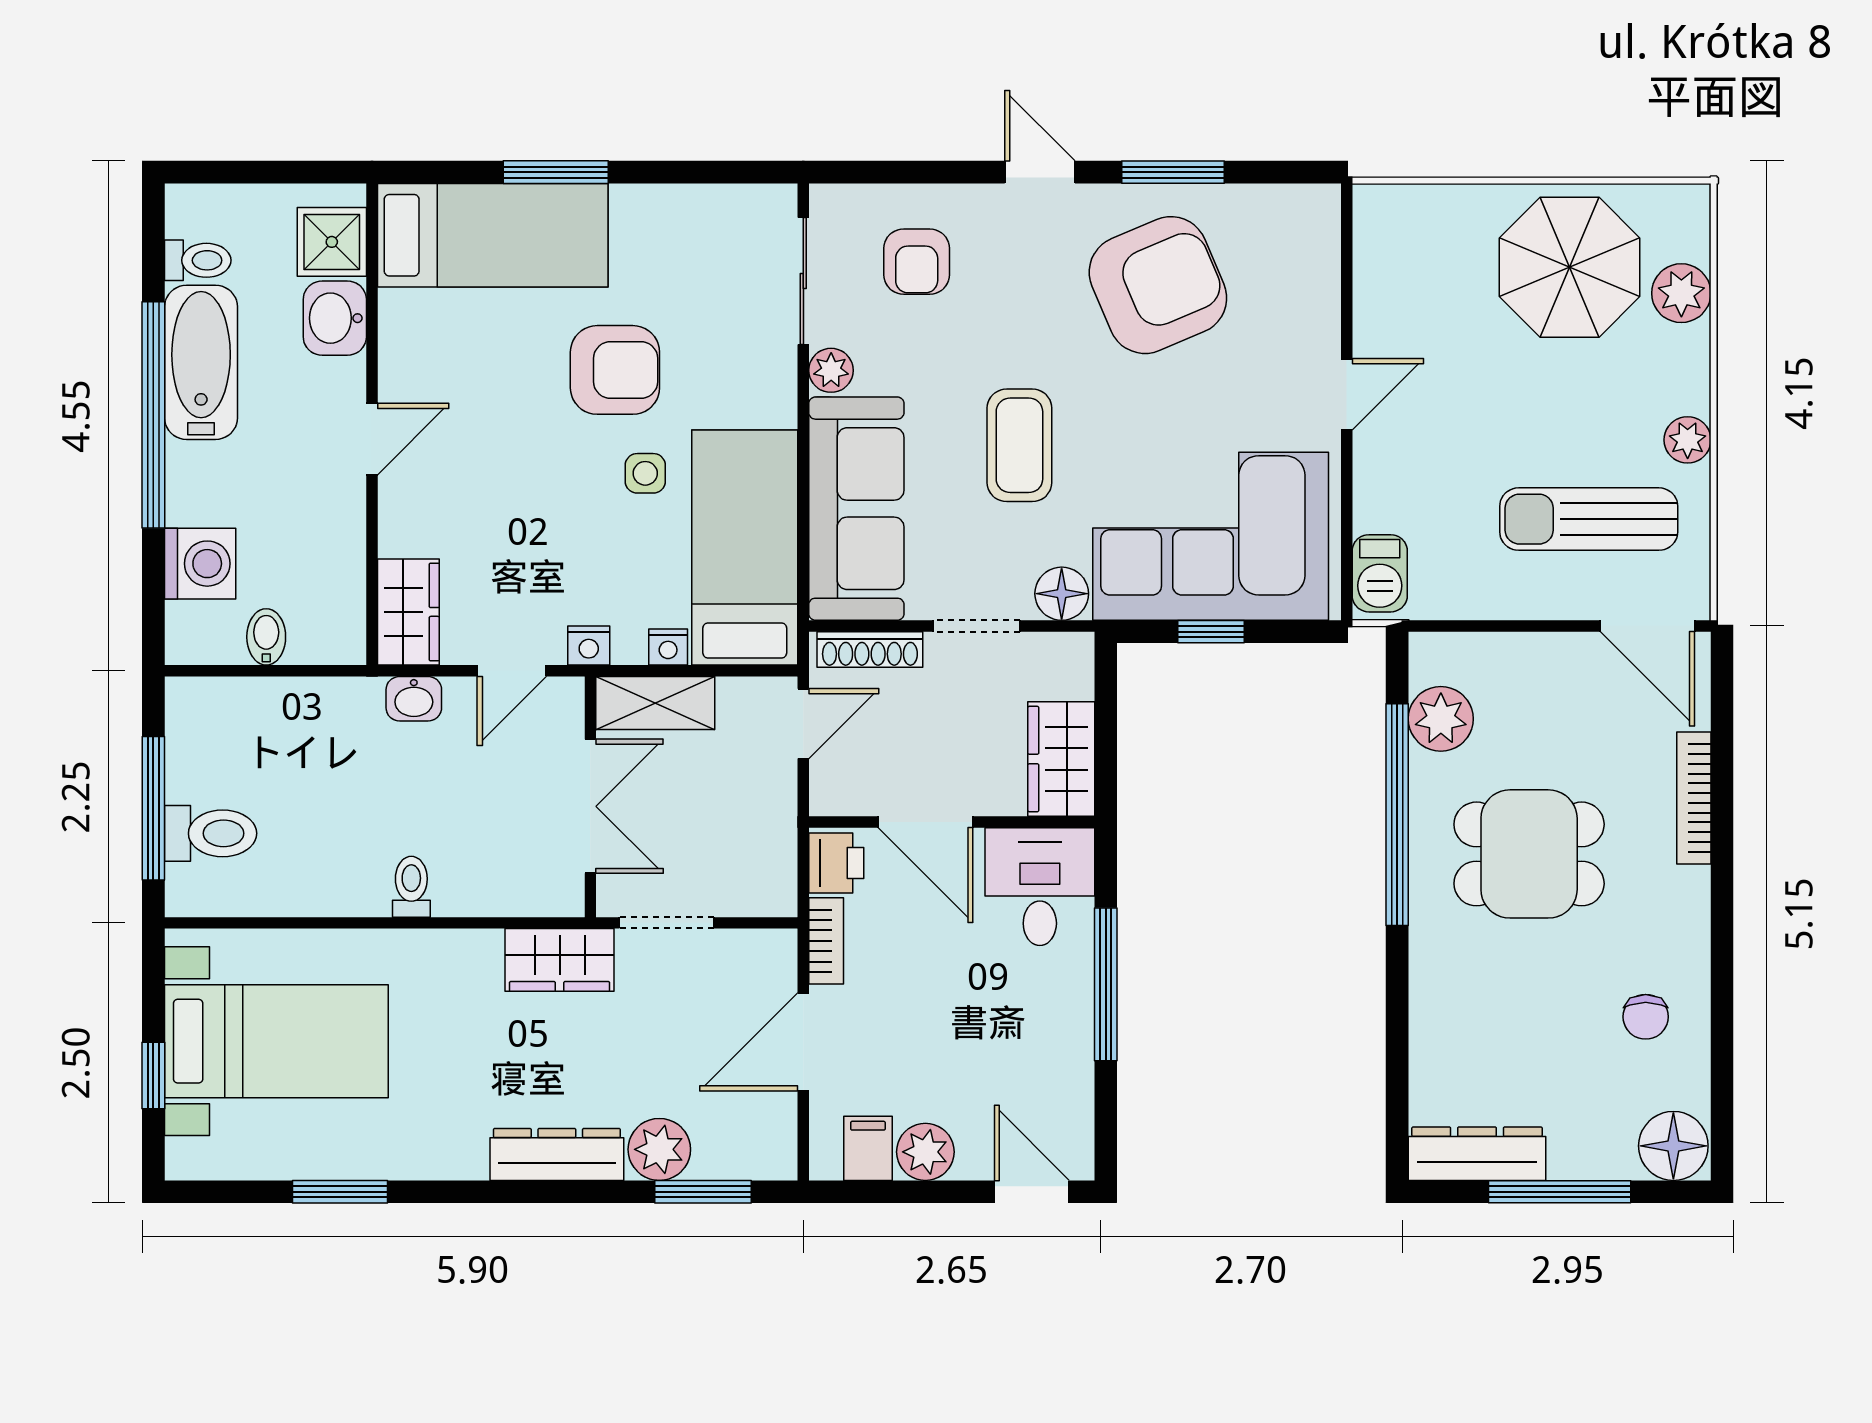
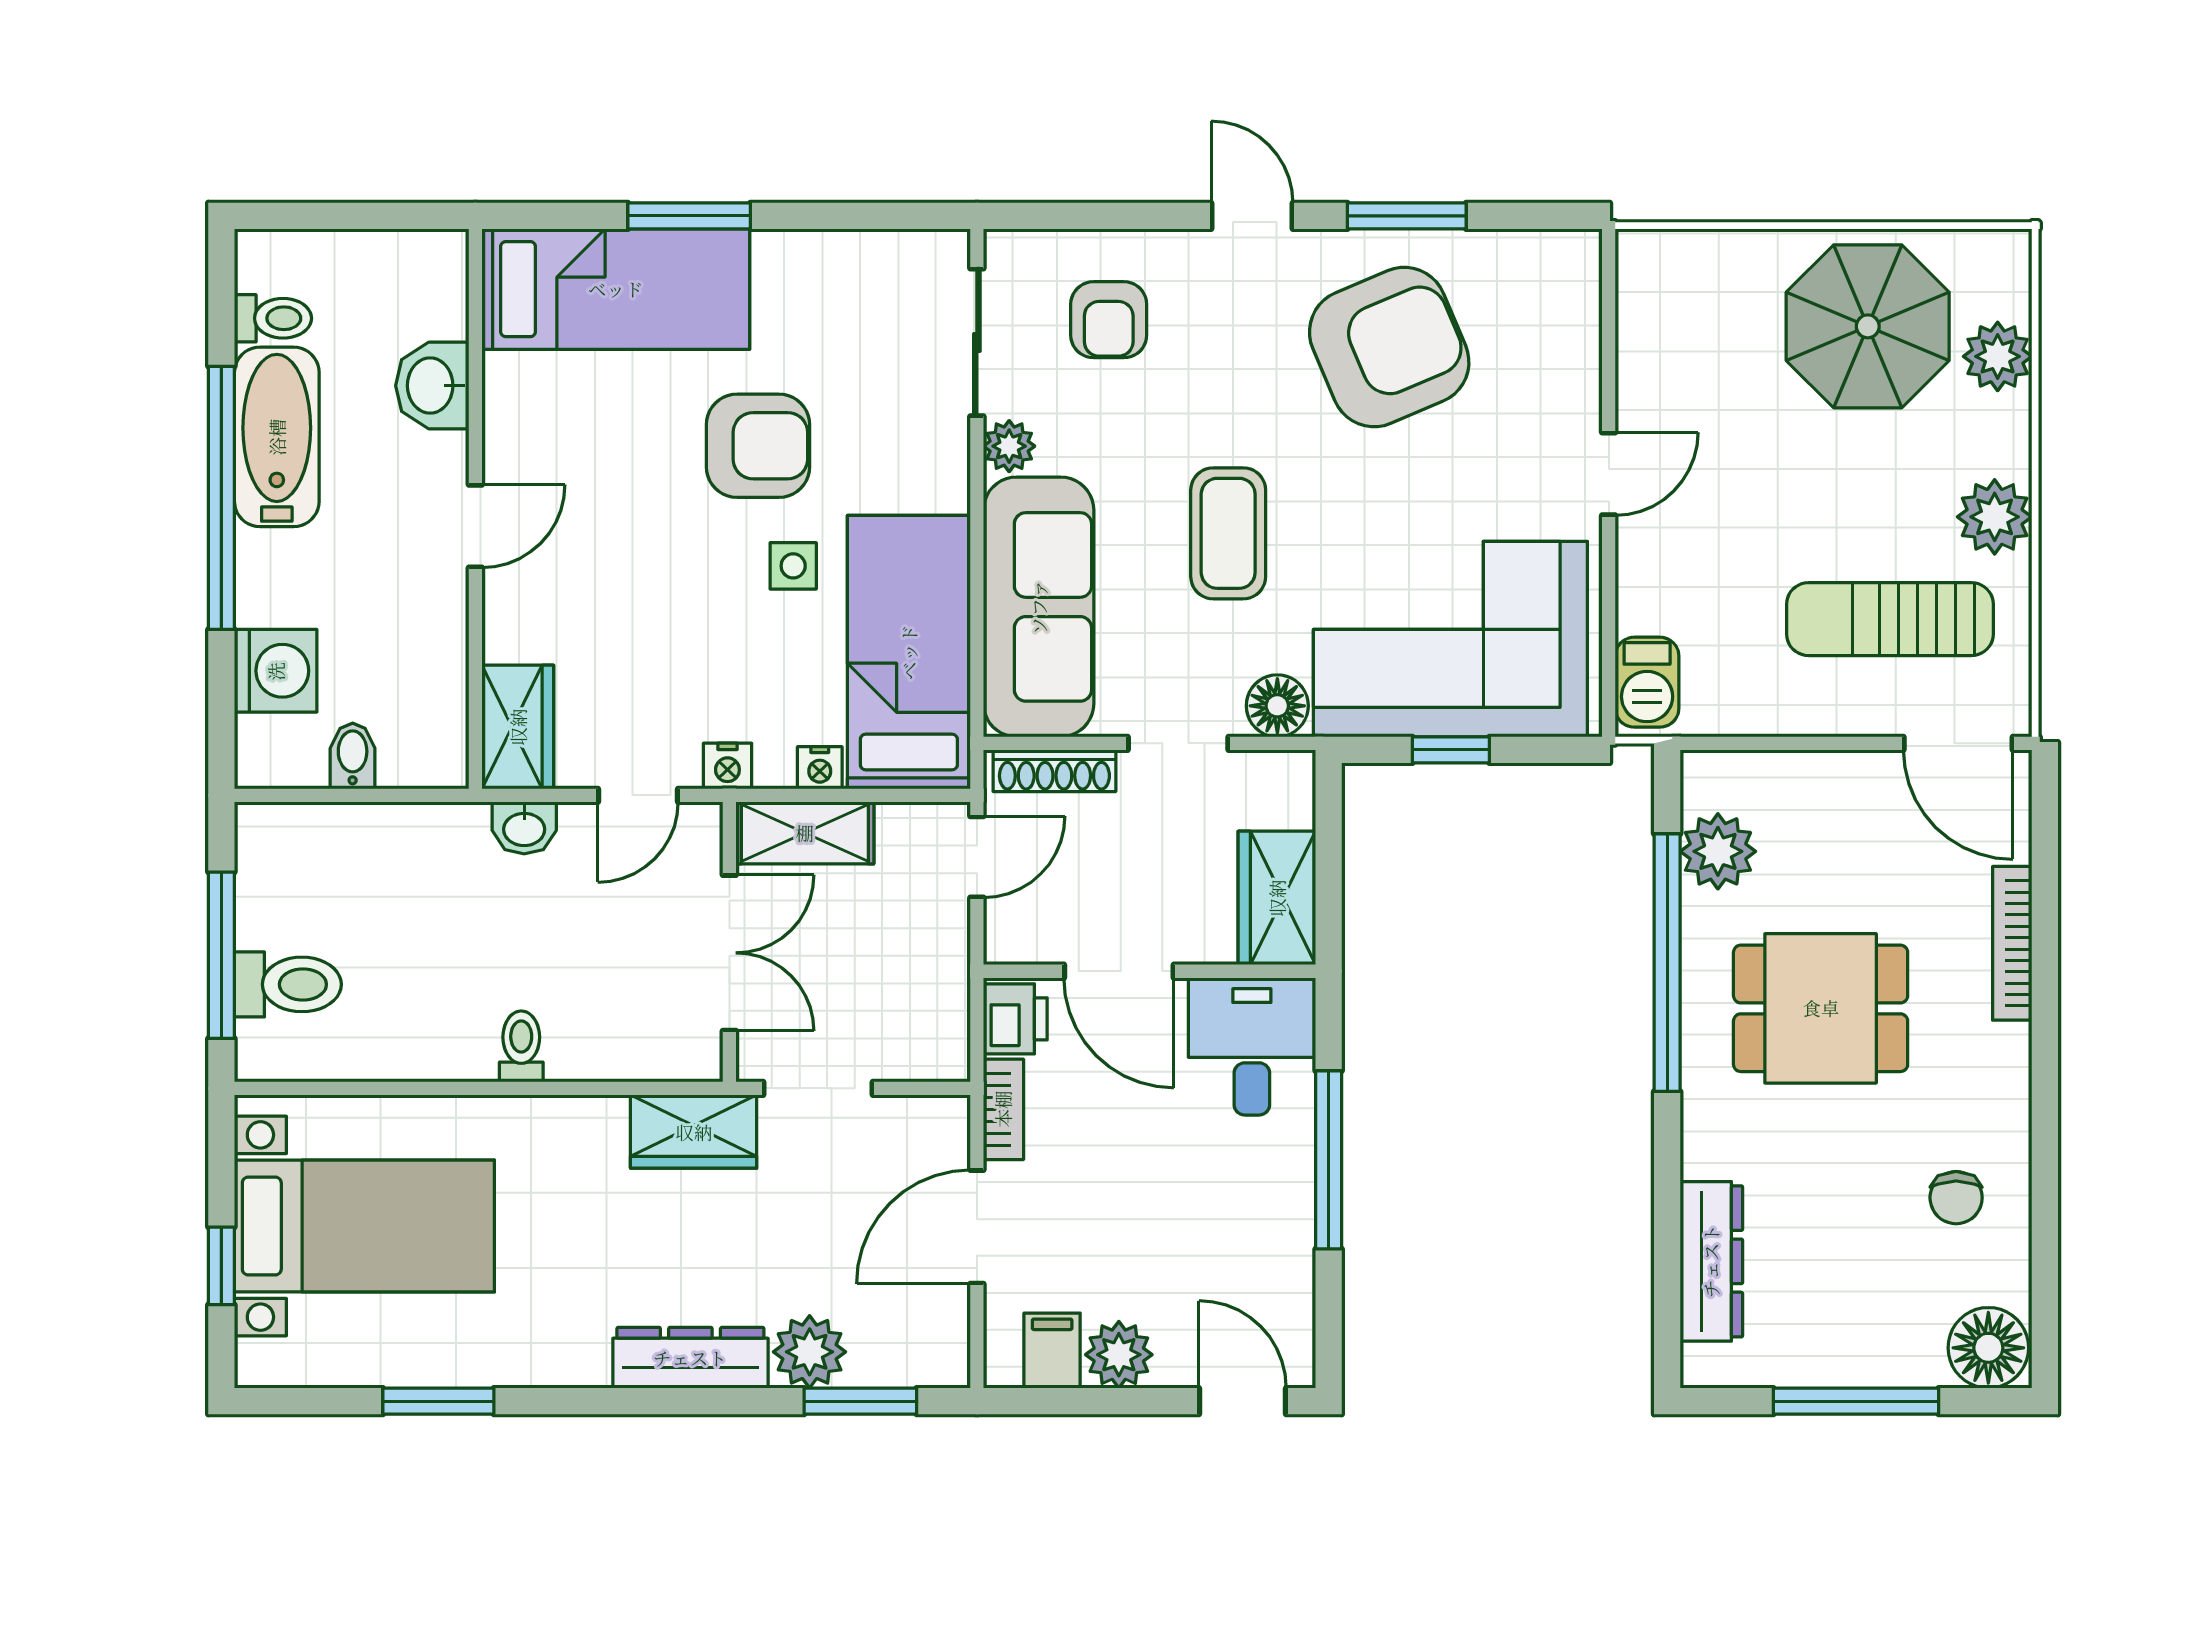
shower: (332, 242) -> (429, 297), removed
plant: (1688, 440) -> (1995, 517), width x1.38, depth x1.38
dresser: (1477, 1154) -> (1711, 1261), moved, turned 90

